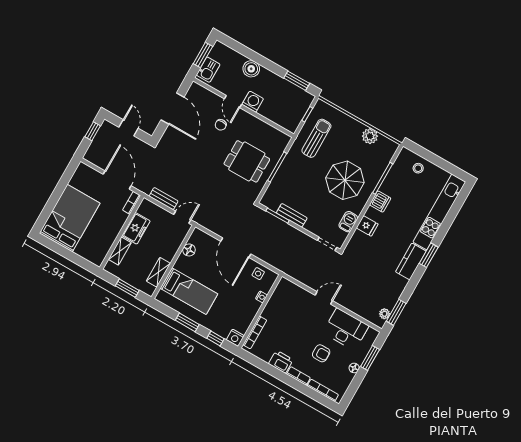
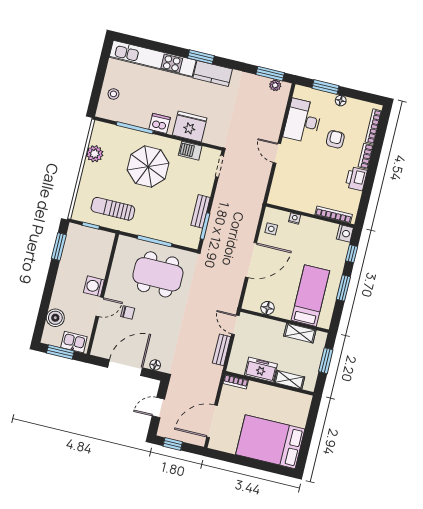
boiler: (251, 69) -> (55, 318), moved
floor lamp: (167, 136) -> (155, 365), added
dining table: (247, 161) -> (158, 274), width x1.38
door: (117, 180) -> (212, 421), moved
fridge: (367, 226) -> (190, 126), width x1.88, depth x1.34

